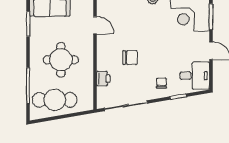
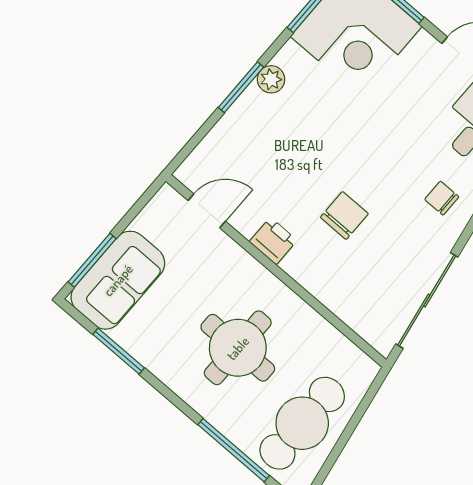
door: (95, 25) -> (207, 211), moved
printer: (103, 79) -> (273, 241), moved

